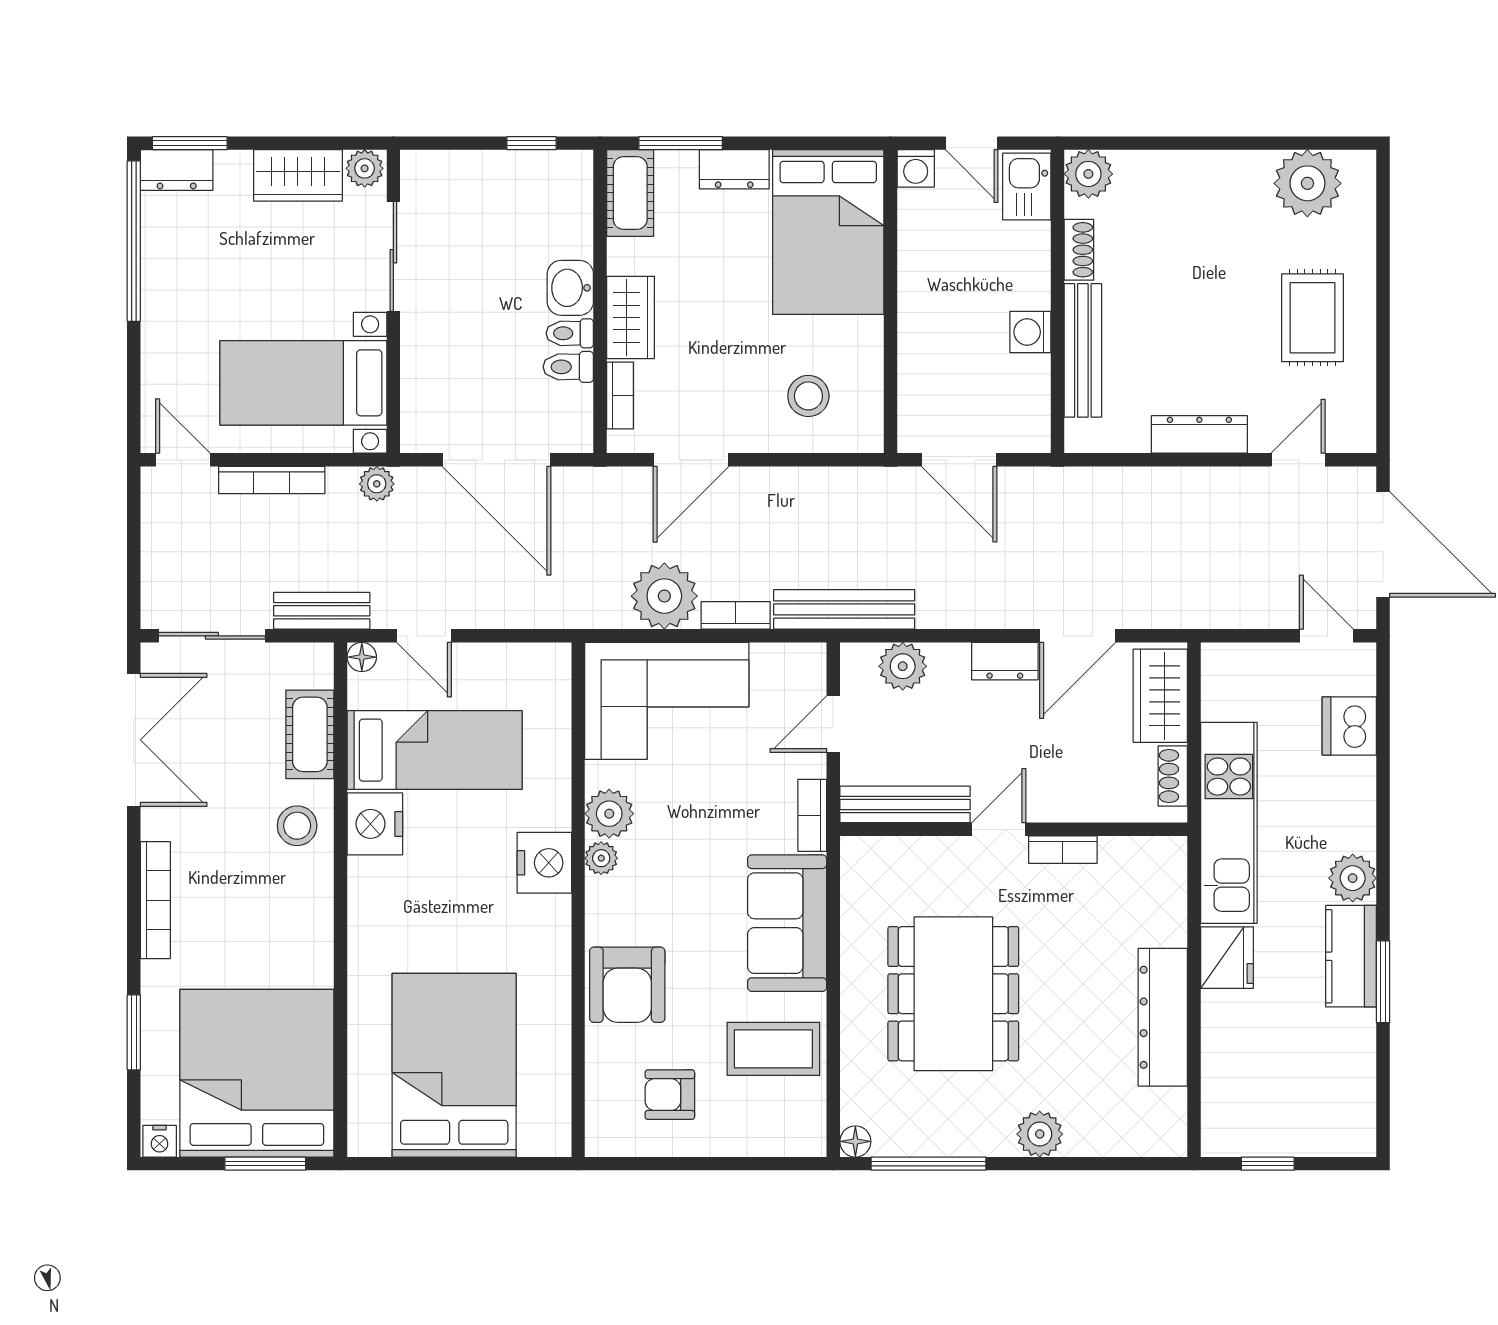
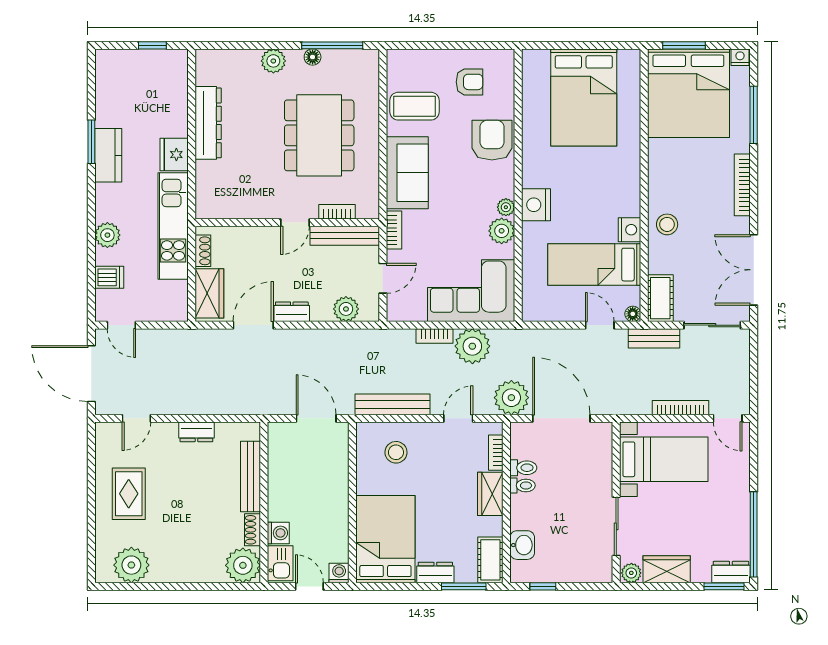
plant: (1088, 174) -> (243, 565), width x1.36, depth x1.36
washbasin: (570, 288) -> (522, 545), moved
washing machine: (1030, 332) -> (278, 533), moved
dresser: (1199, 434) -> (196, 432), width x0.70
door: (691, 460) -> (458, 418), width x0.73
plant: (377, 484) -> (511, 398), moved, width x1.87, depth x1.87
bench: (844, 609) -> (393, 404), moved
dishwasher: (1349, 726) -> (109, 277), width x0.73
cot: (310, 734) -> (660, 298), moved
nightstand: (375, 824) -> (629, 230), width x0.74, depth x0.75
bookcase: (1063, 850) -> (337, 212), moved
plant: (1353, 878) -> (107, 235), moved
window: (134, 1032) -> (754, 115), width x1.44
floor lamp: (855, 1141) -> (313, 57), moved

